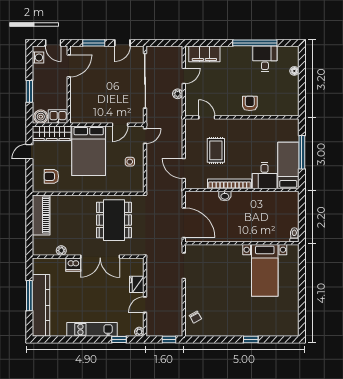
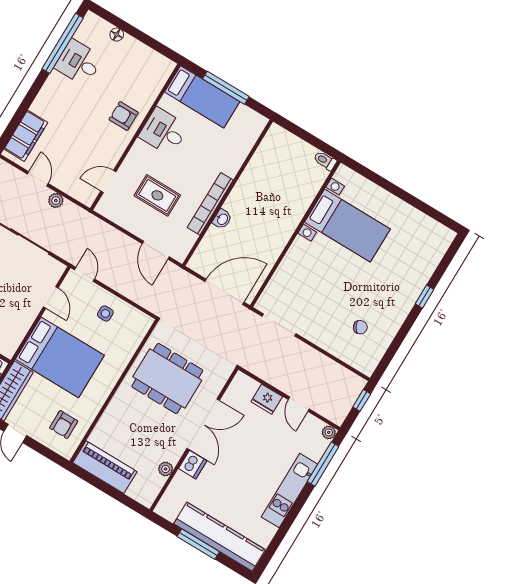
window: (255, 43) -> (63, 43), moved
bed: (288, 165) -> (202, 97), moved, turned 180
door: (184, 169) -> (156, 250), hinge flipped
desk: (265, 176) -> (164, 131), moved, turned 180
chair: (195, 317) -> (360, 327), moved
window: (119, 340) -> (323, 464), width x2.17

